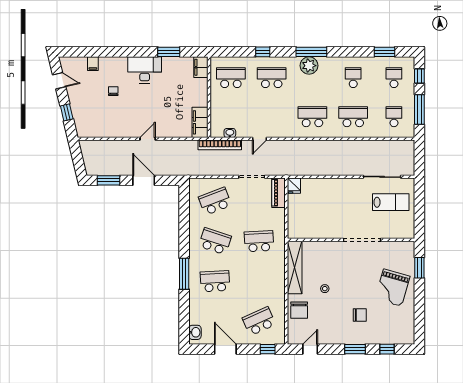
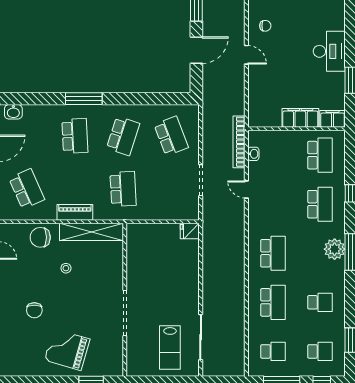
chair: (113, 91) -> (265, 26), moved
filing cabinet: (200, 122) -> (300, 118), moved
piano: (278, 193) -> (75, 212), moved

